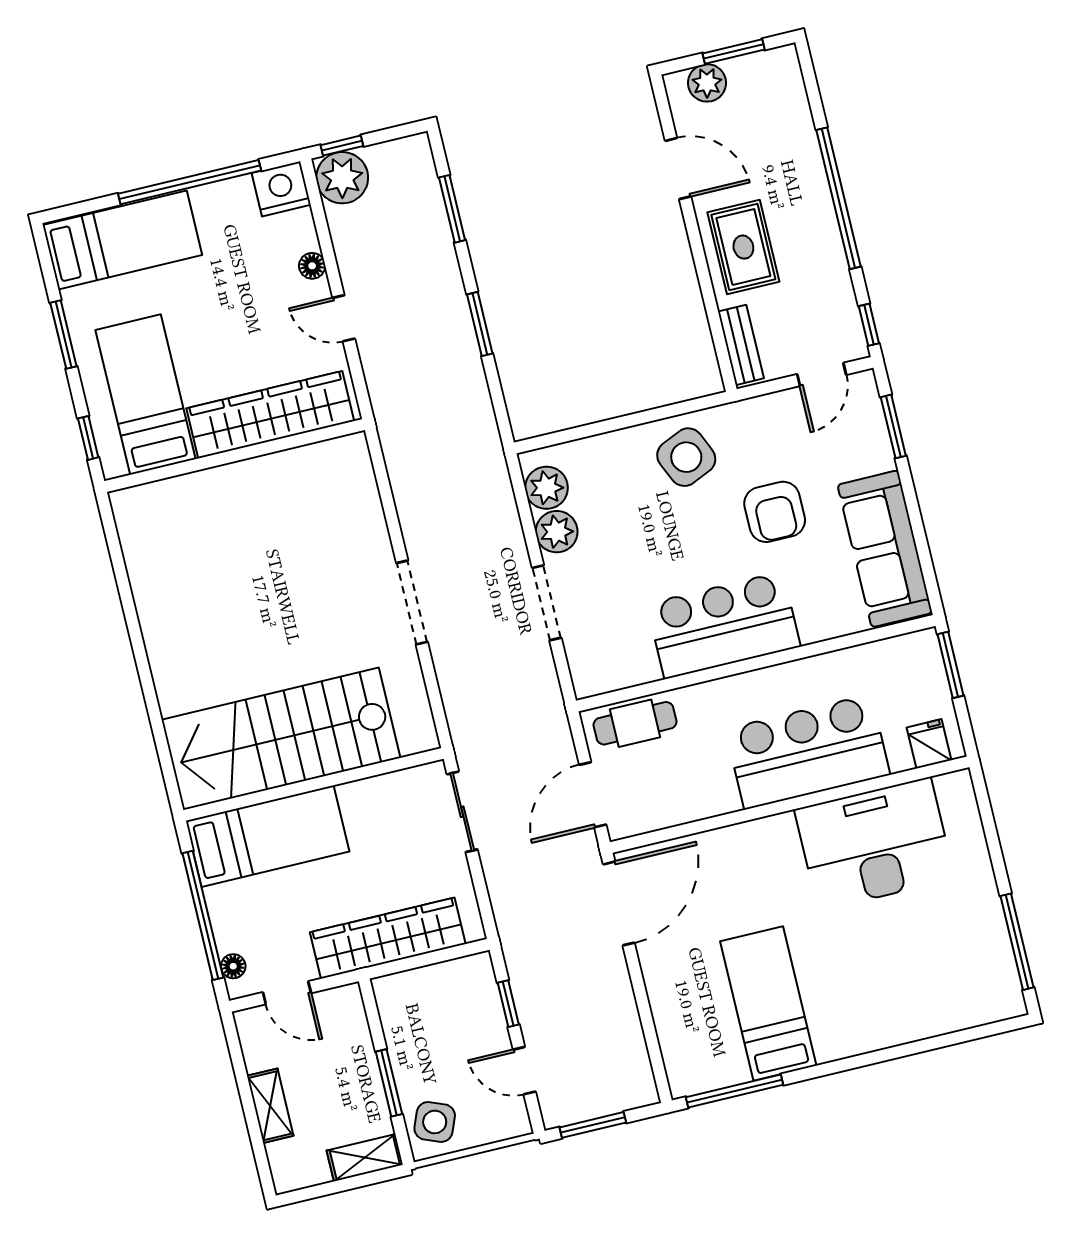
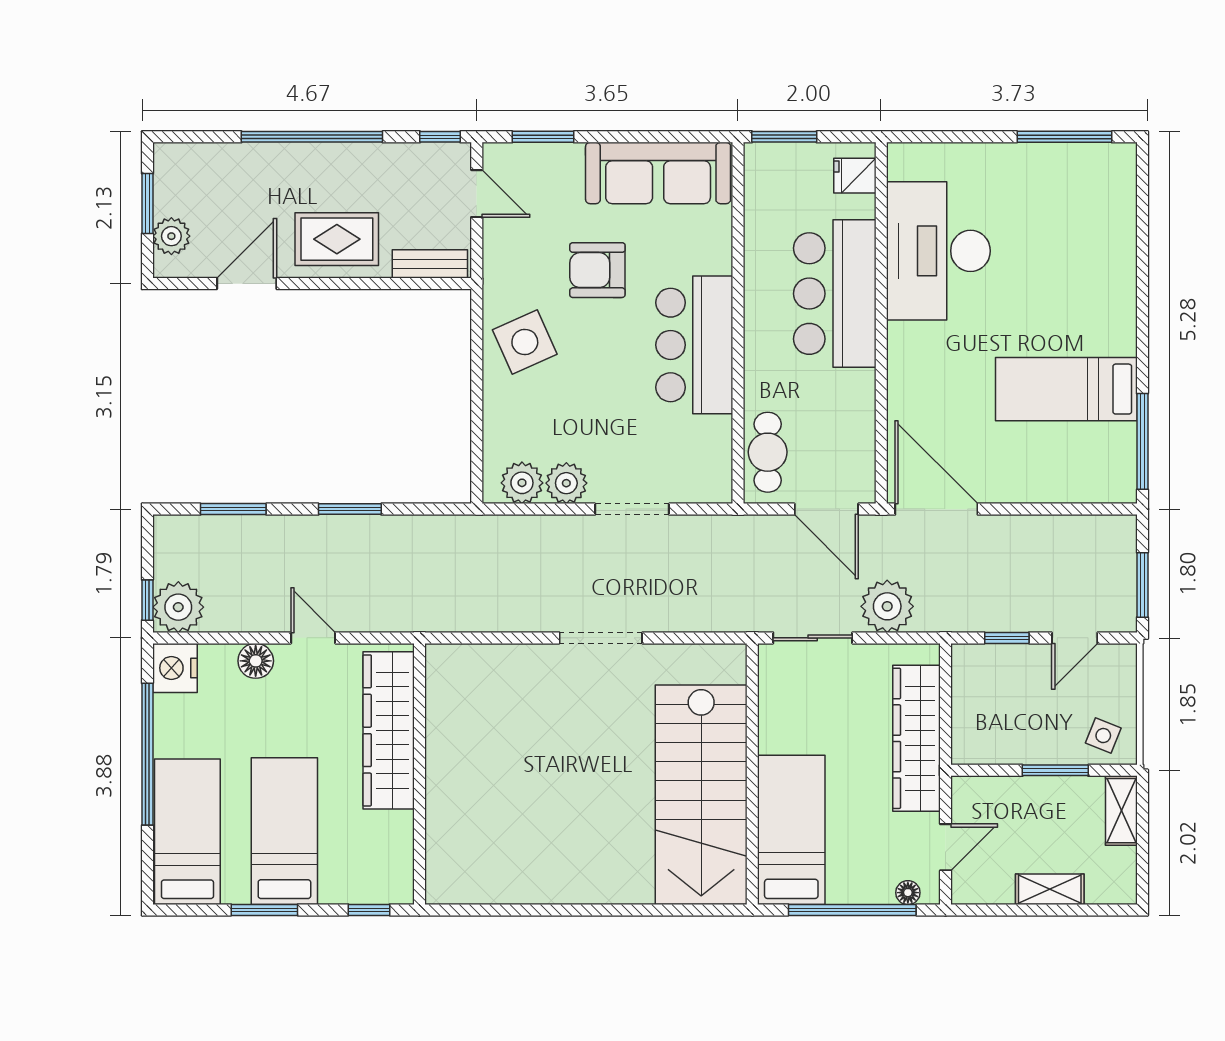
floor lamp: (312, 266) -> (256, 661), width x1.37, depth x1.37
door: (344, 318) -> (313, 638), swing flipped
bed: (145, 395) -> (284, 831), moved, turned 90
armchair: (775, 512) -> (597, 270), turned 180
plant: (511, 878) -> (887, 606), added
side table: (435, 1122) -> (1103, 736), width x0.73, depth x0.73

